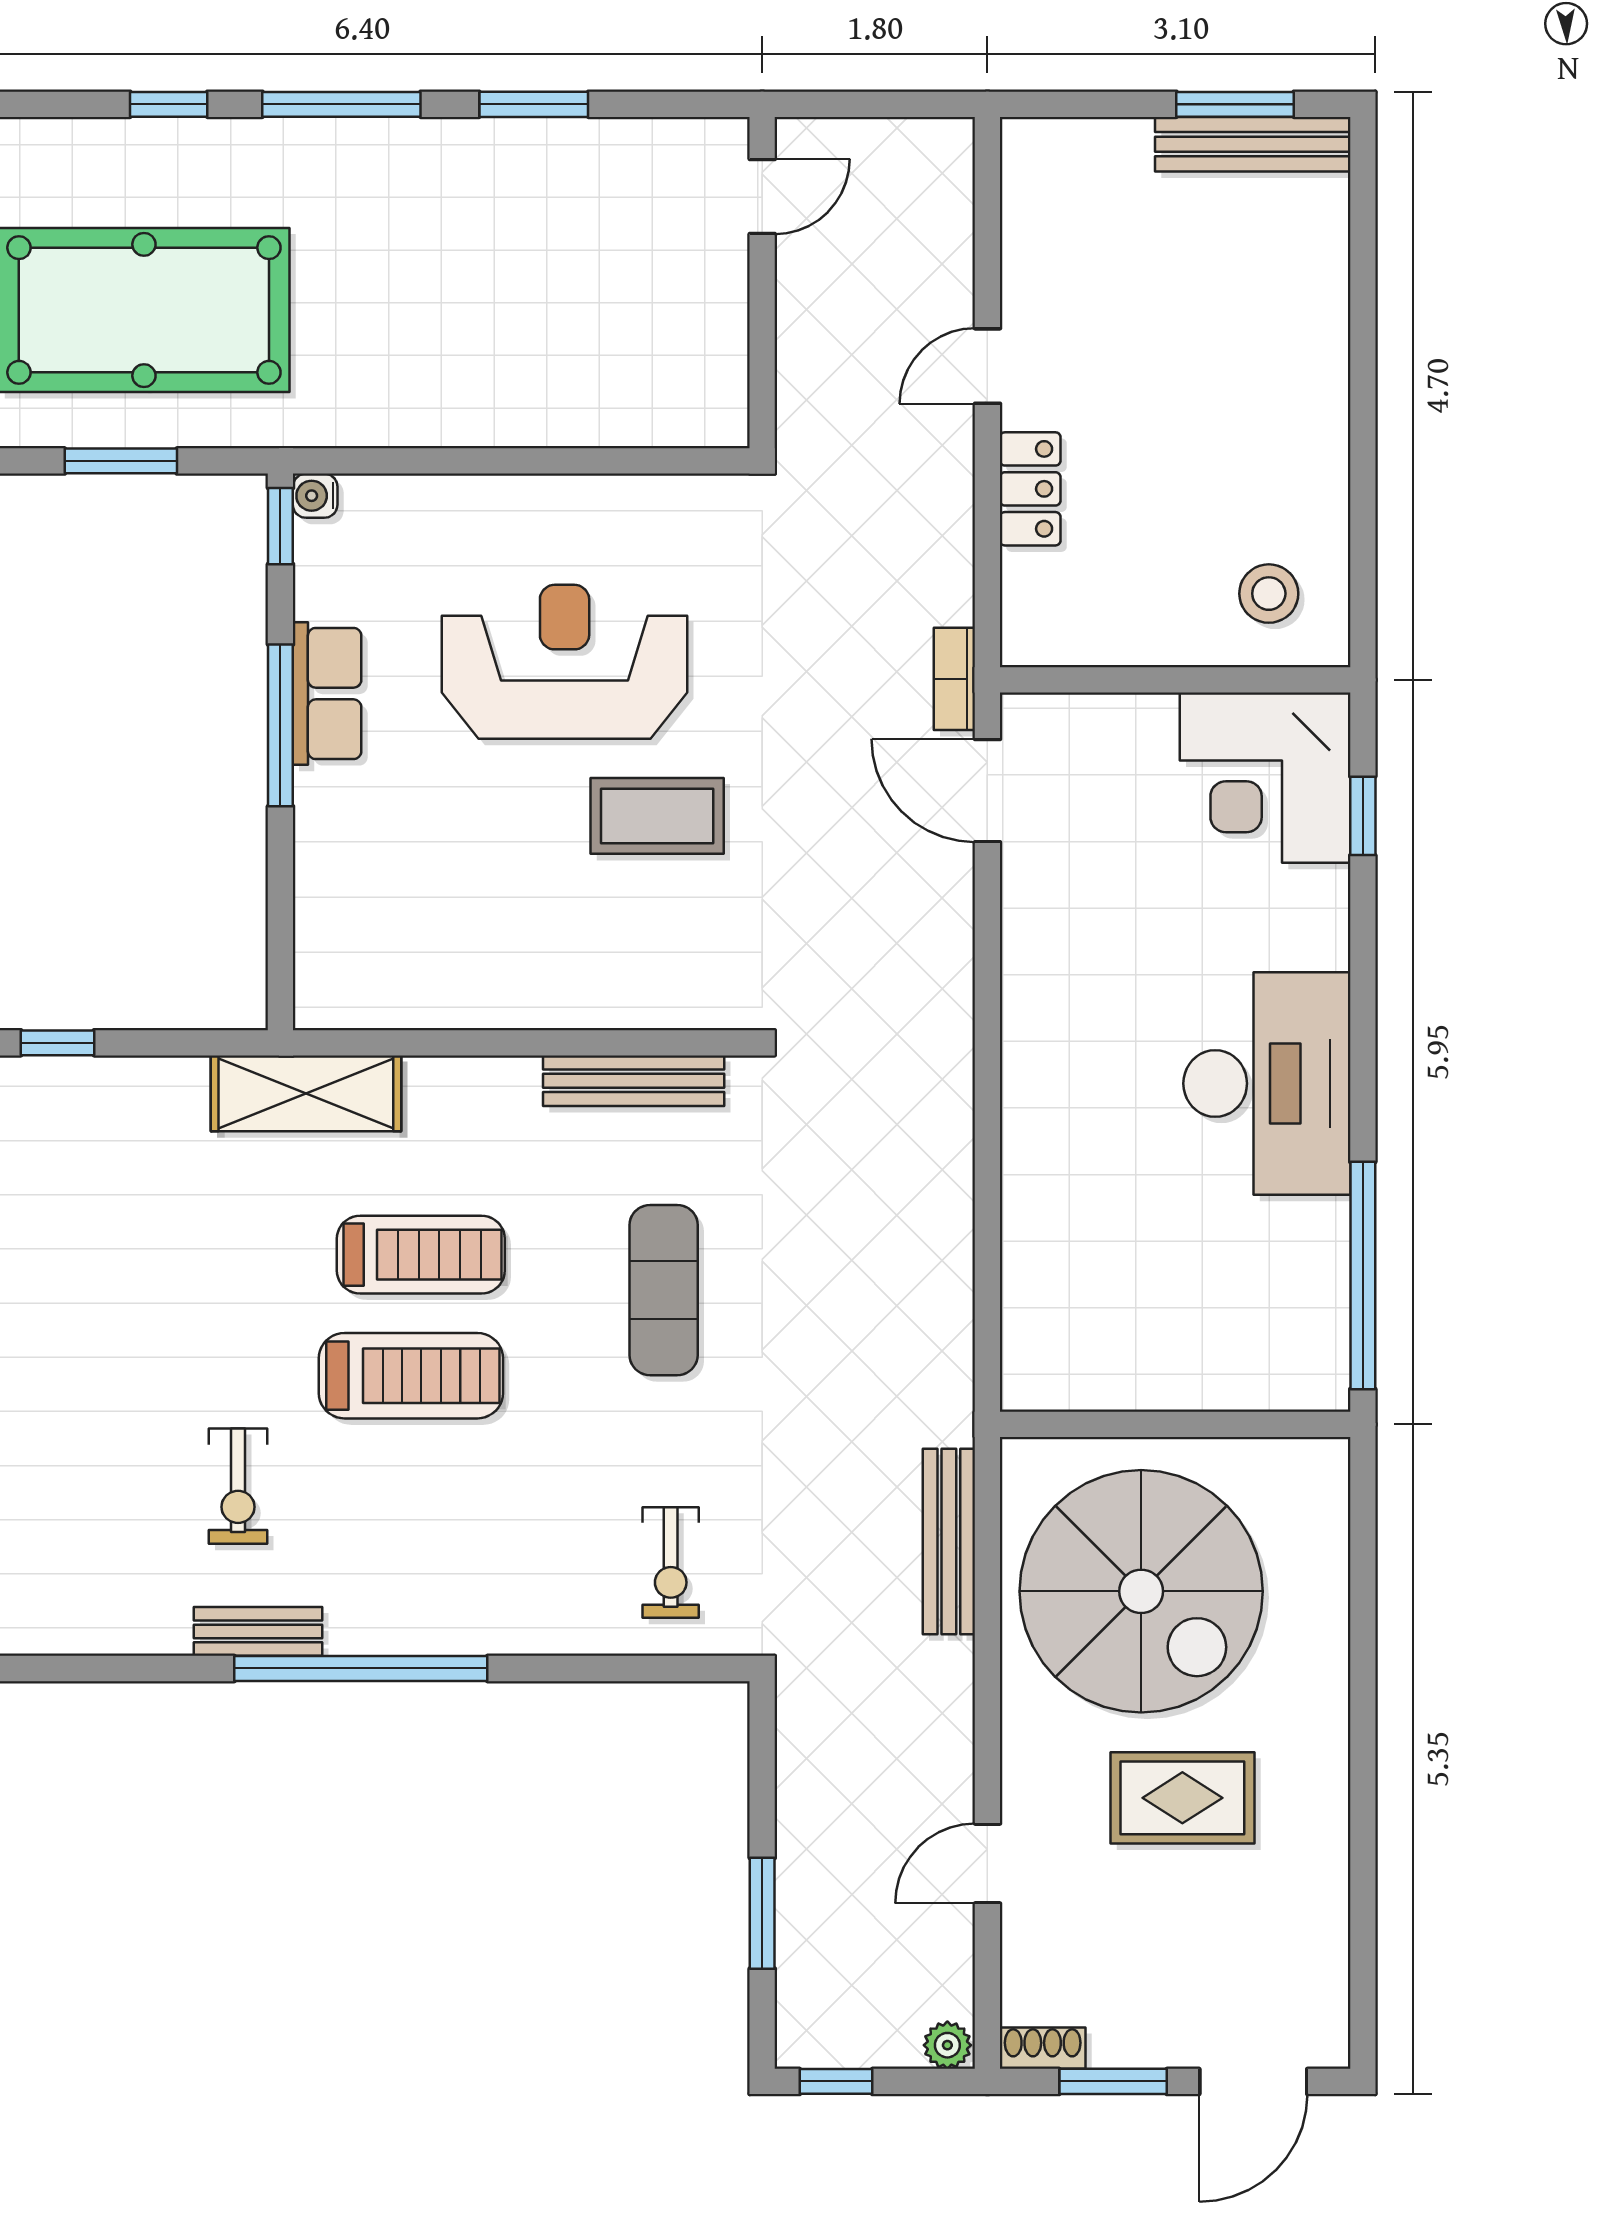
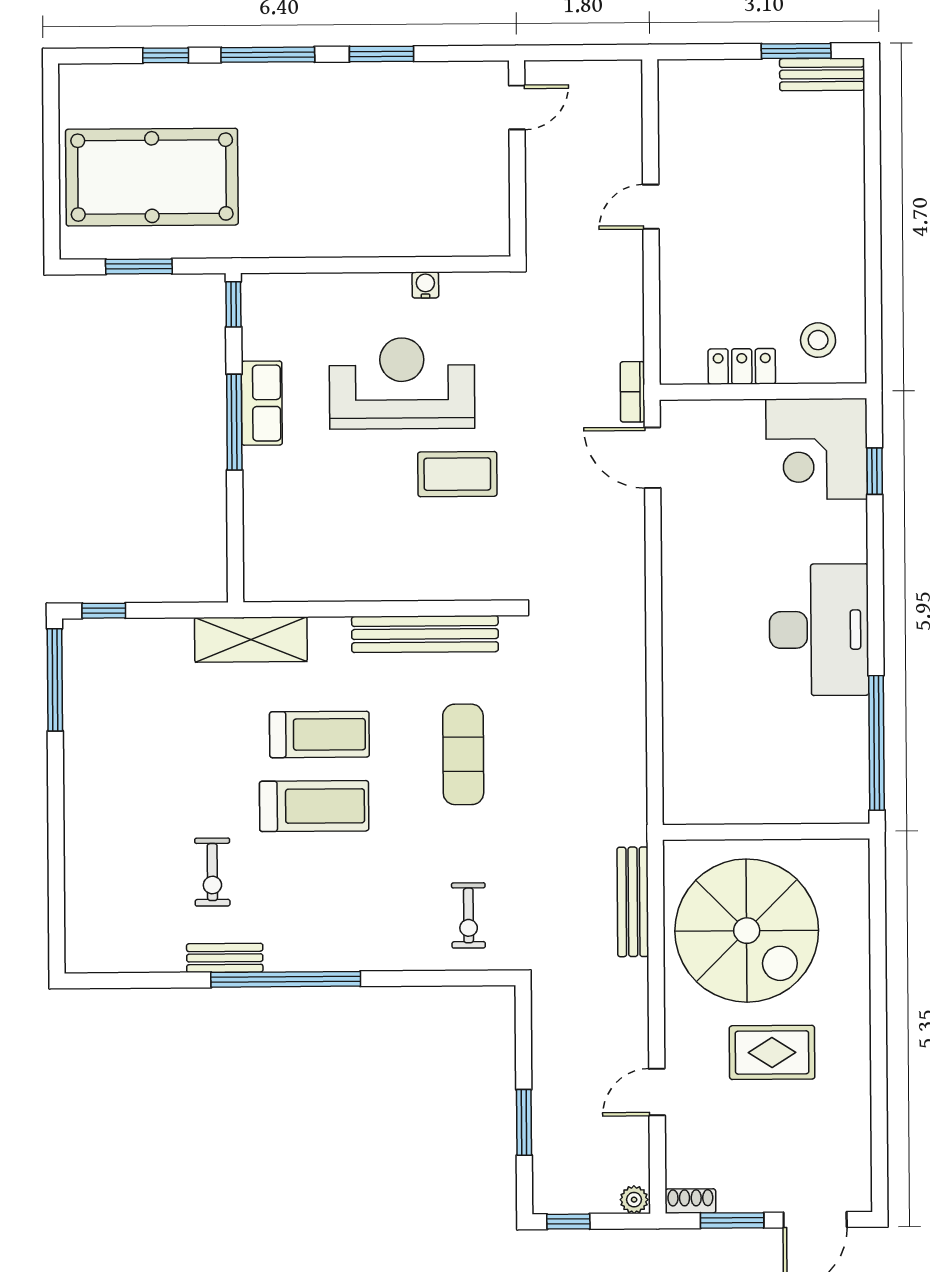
bench: (1253, 144) -> (822, 74), width x0.73
locker: (1030, 489) -> (742, 366), moved, turned -90
water cooler: (315, 496) -> (425, 285), moved, turned 90
bench: (634, 1081) -> (425, 634), width x1.37, depth x1.21

